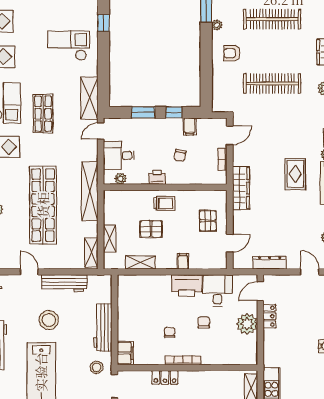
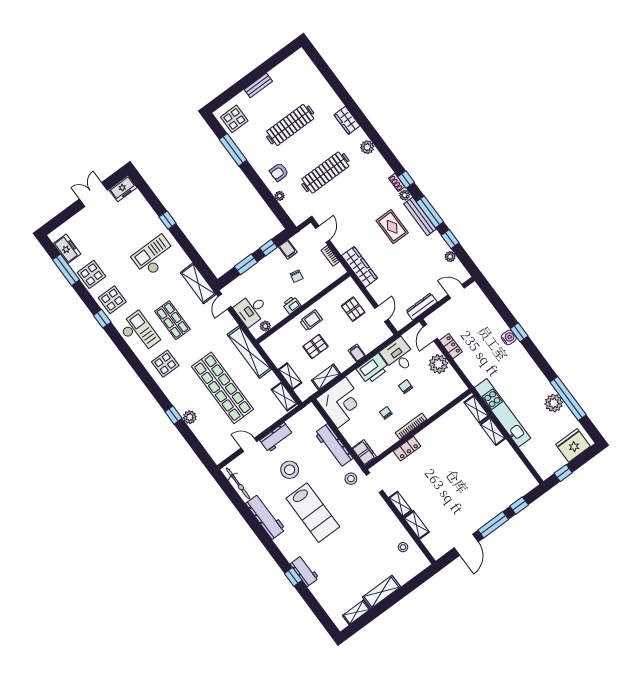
plant: (217, 25) -> (280, 196), moved
workbench: (64, 283) -> (276, 437), width x0.73
corner desk: (137, 295) -> (341, 403), added

